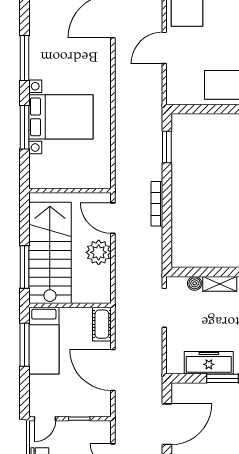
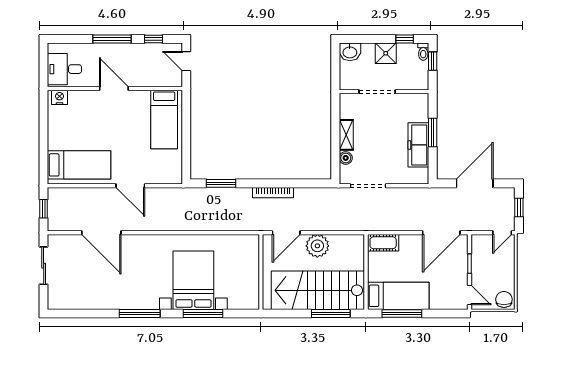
door: (113, 370) -> (441, 233), moved
door: (167, 424) -> (475, 183), hinge flipped

